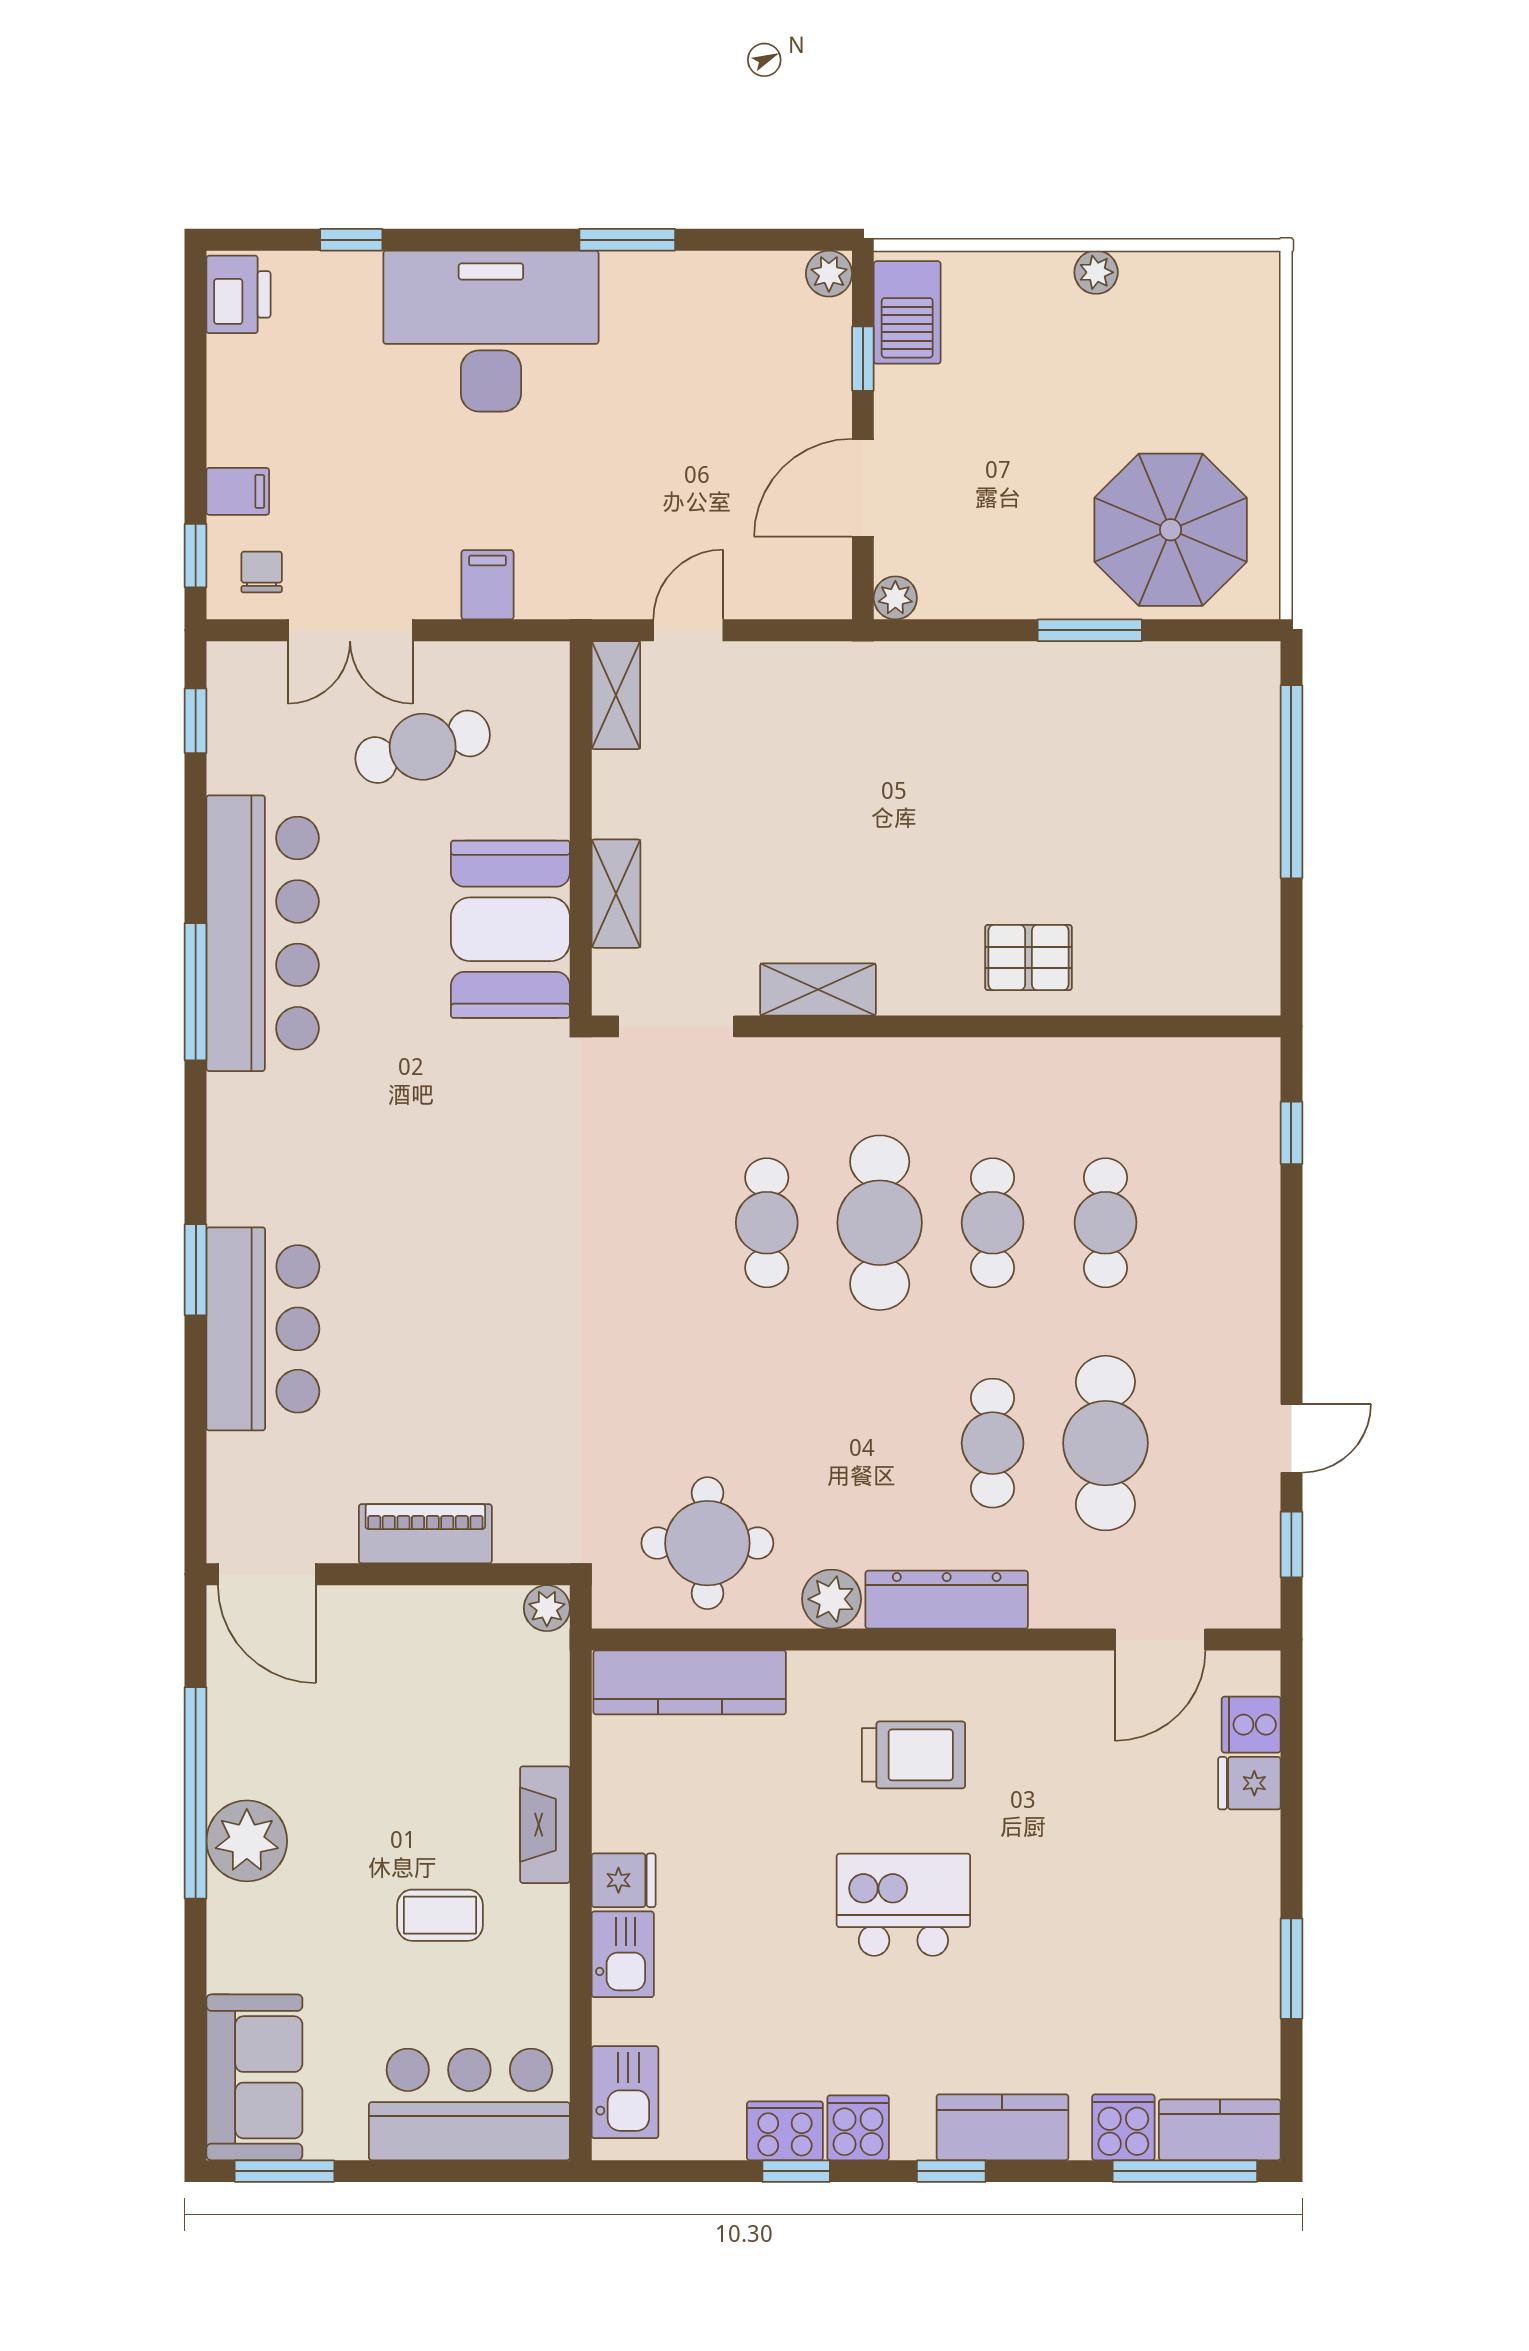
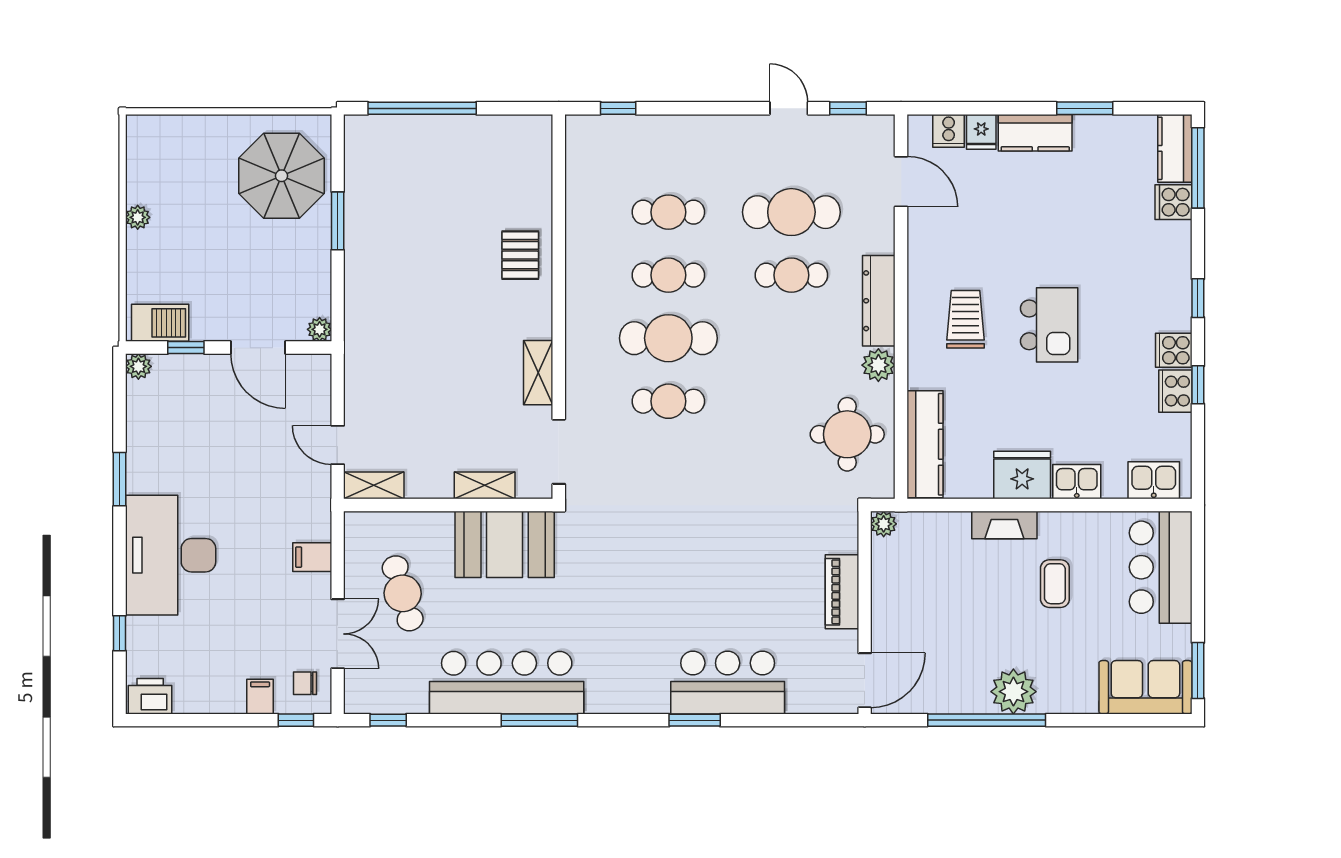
fridge: (624, 1880) -> (1022, 475), width x1.88, depth x1.34
kitchen island: (903, 1905) -> (1049, 325), turned 180
kitchen counter: (1002, 2127) -> (1035, 133), moved, turned -90

